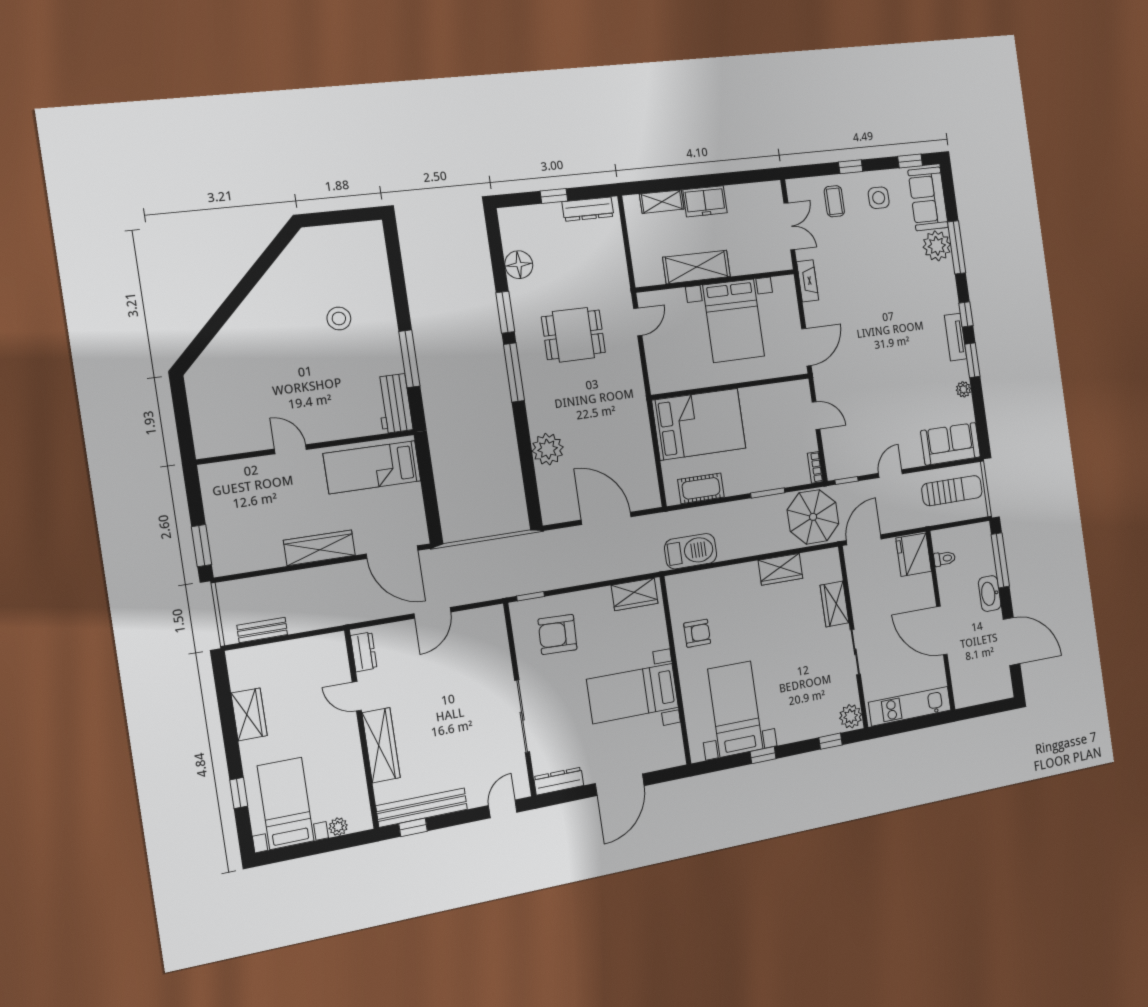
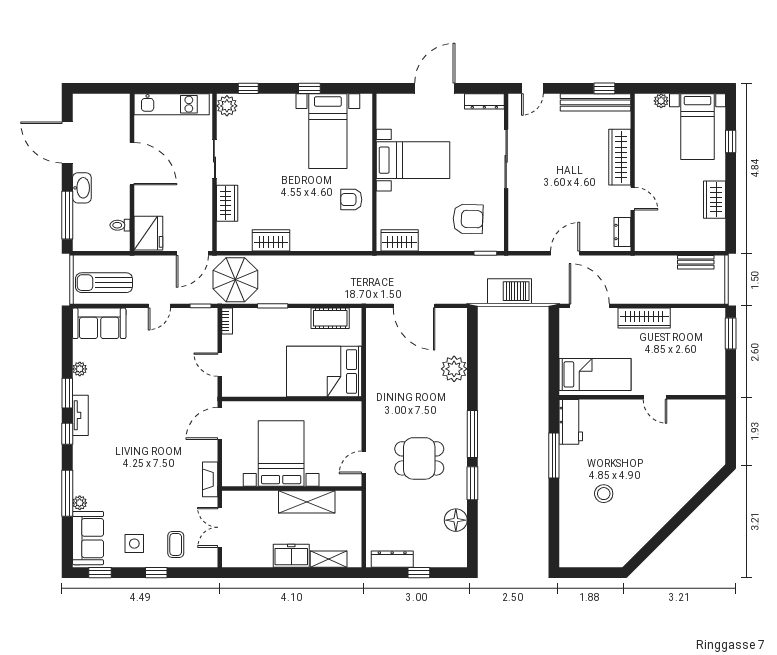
plant: (937, 246) -> (80, 503), width x0.53, depth x0.53
barbecue: (691, 551) -> (510, 291), moved, turned 180

